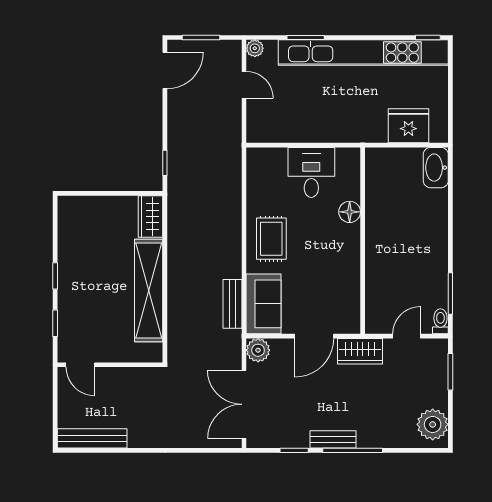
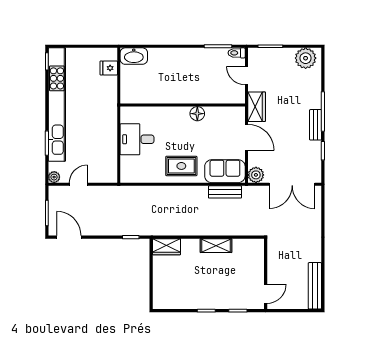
fridge: (408, 126) -> (109, 68), width x0.53, depth x0.75
floor lamp: (350, 212) -> (197, 114), moved
shelving: (149, 290) -> (216, 246), width x0.45, depth x0.75

